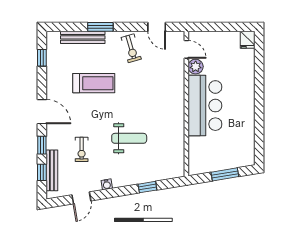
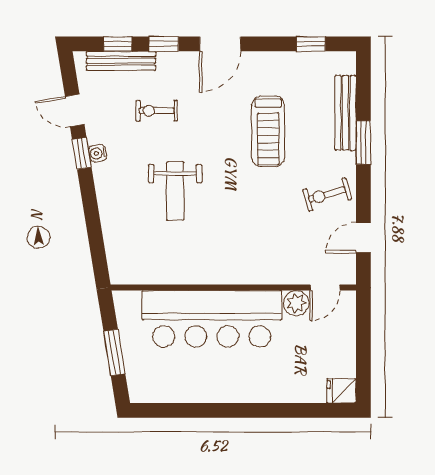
bar counter: (205, 106) -> (212, 319), width x1.36
window: (147, 187) -> (82, 153), moved

